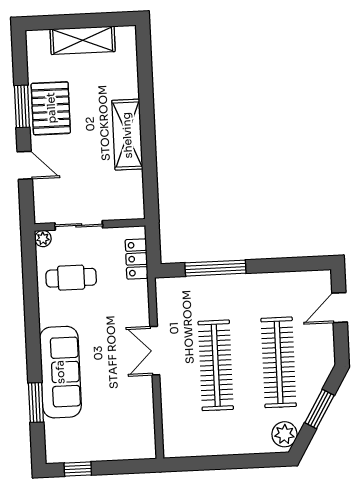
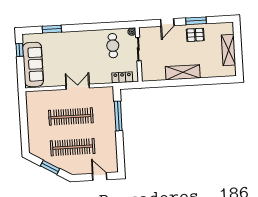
pallet: (51, 108) -> (195, 35), width x0.67, depth x0.71
sofa: (60, 372) -> (33, 64), moved, turned -90
plant: (284, 434) -> (38, 150), removed

